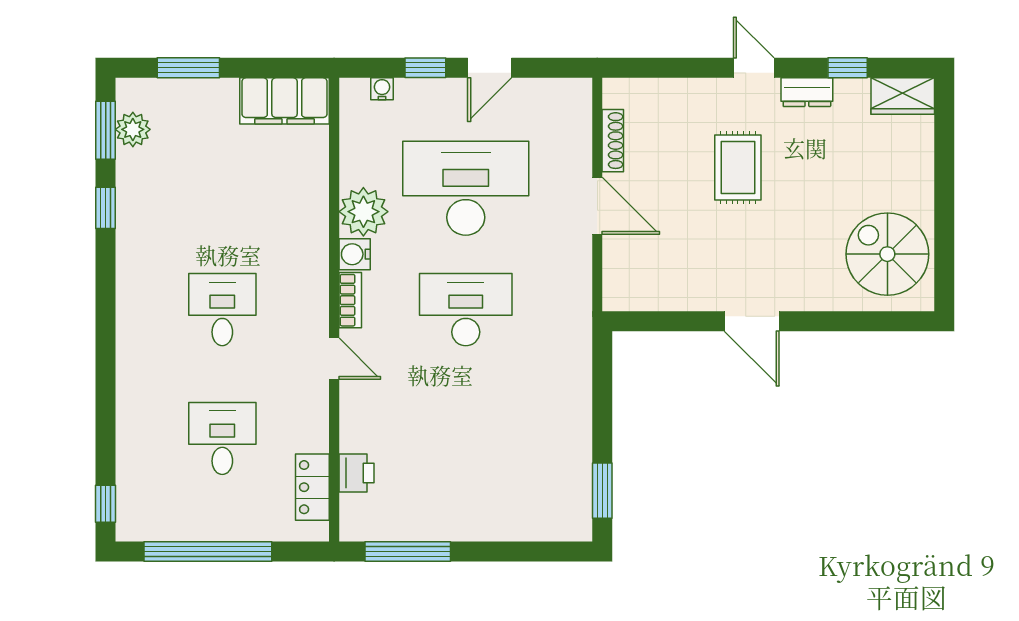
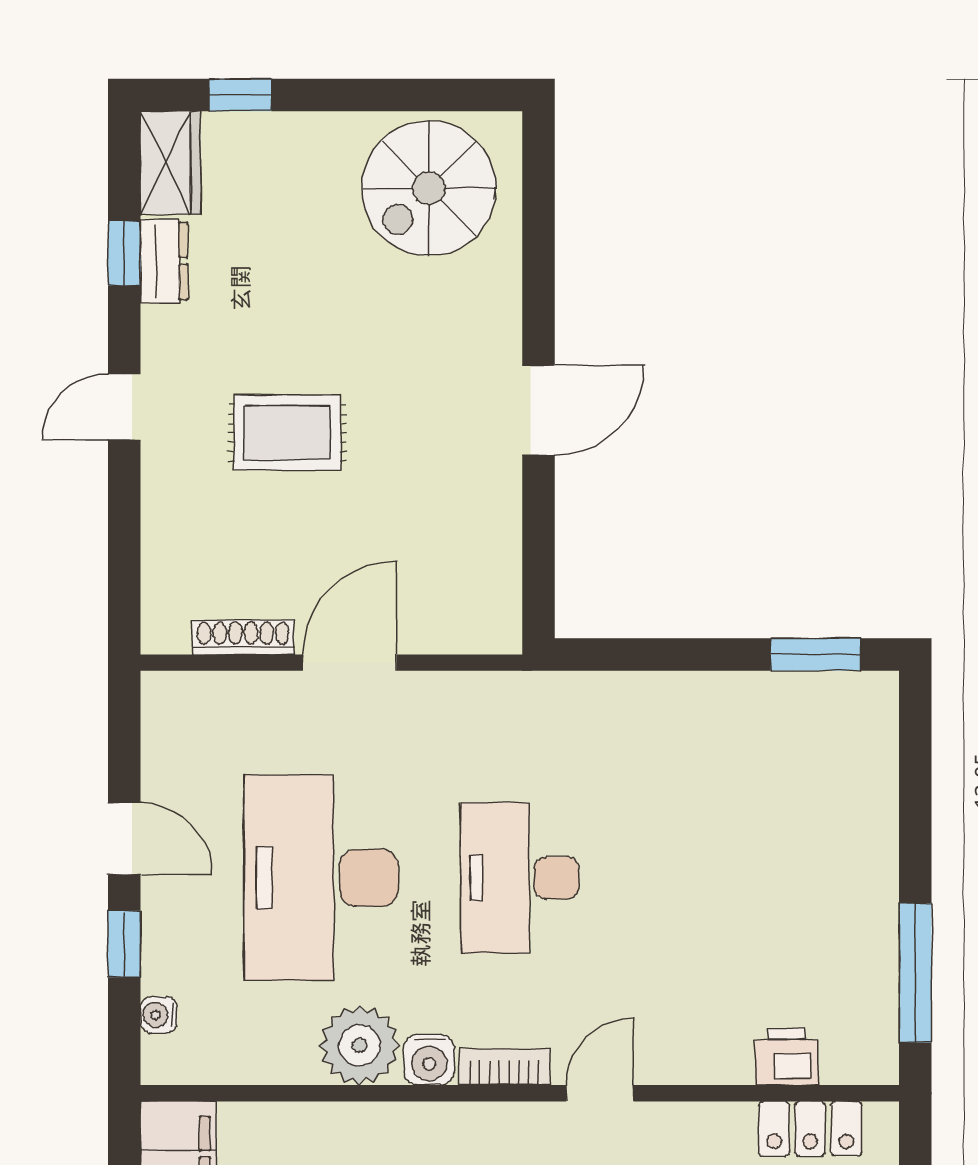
dresser: (807, 92) -> (164, 261), moved
window: (944, 139) -> (240, 95), added

